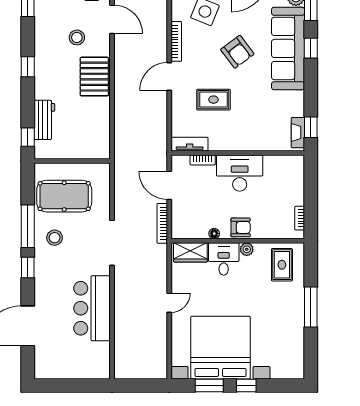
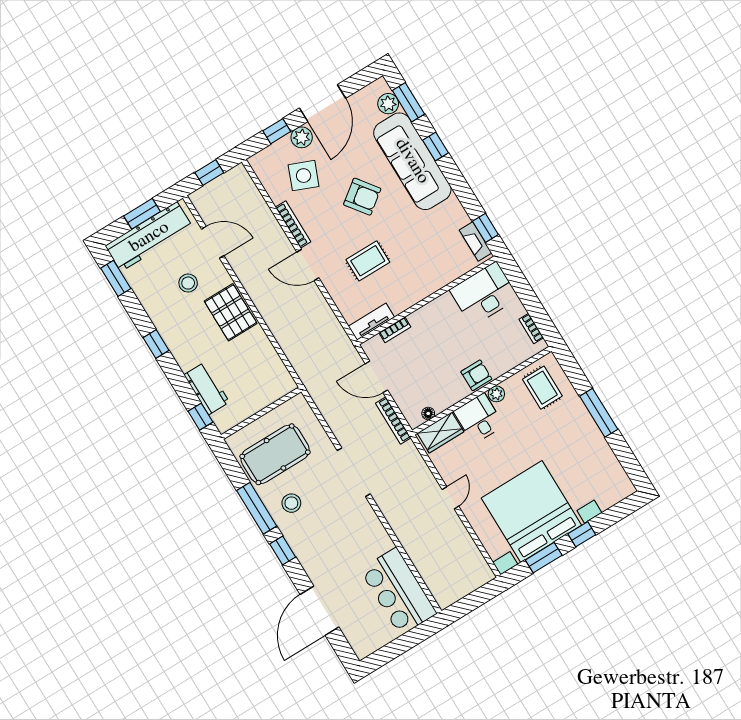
door: (169, 77) -> (308, 265), hinge flipped
desk: (240, 173) -> (484, 294), moved
floor lamp: (214, 234) -> (428, 413), moved
bar counter: (92, 308) -> (398, 591), moved

